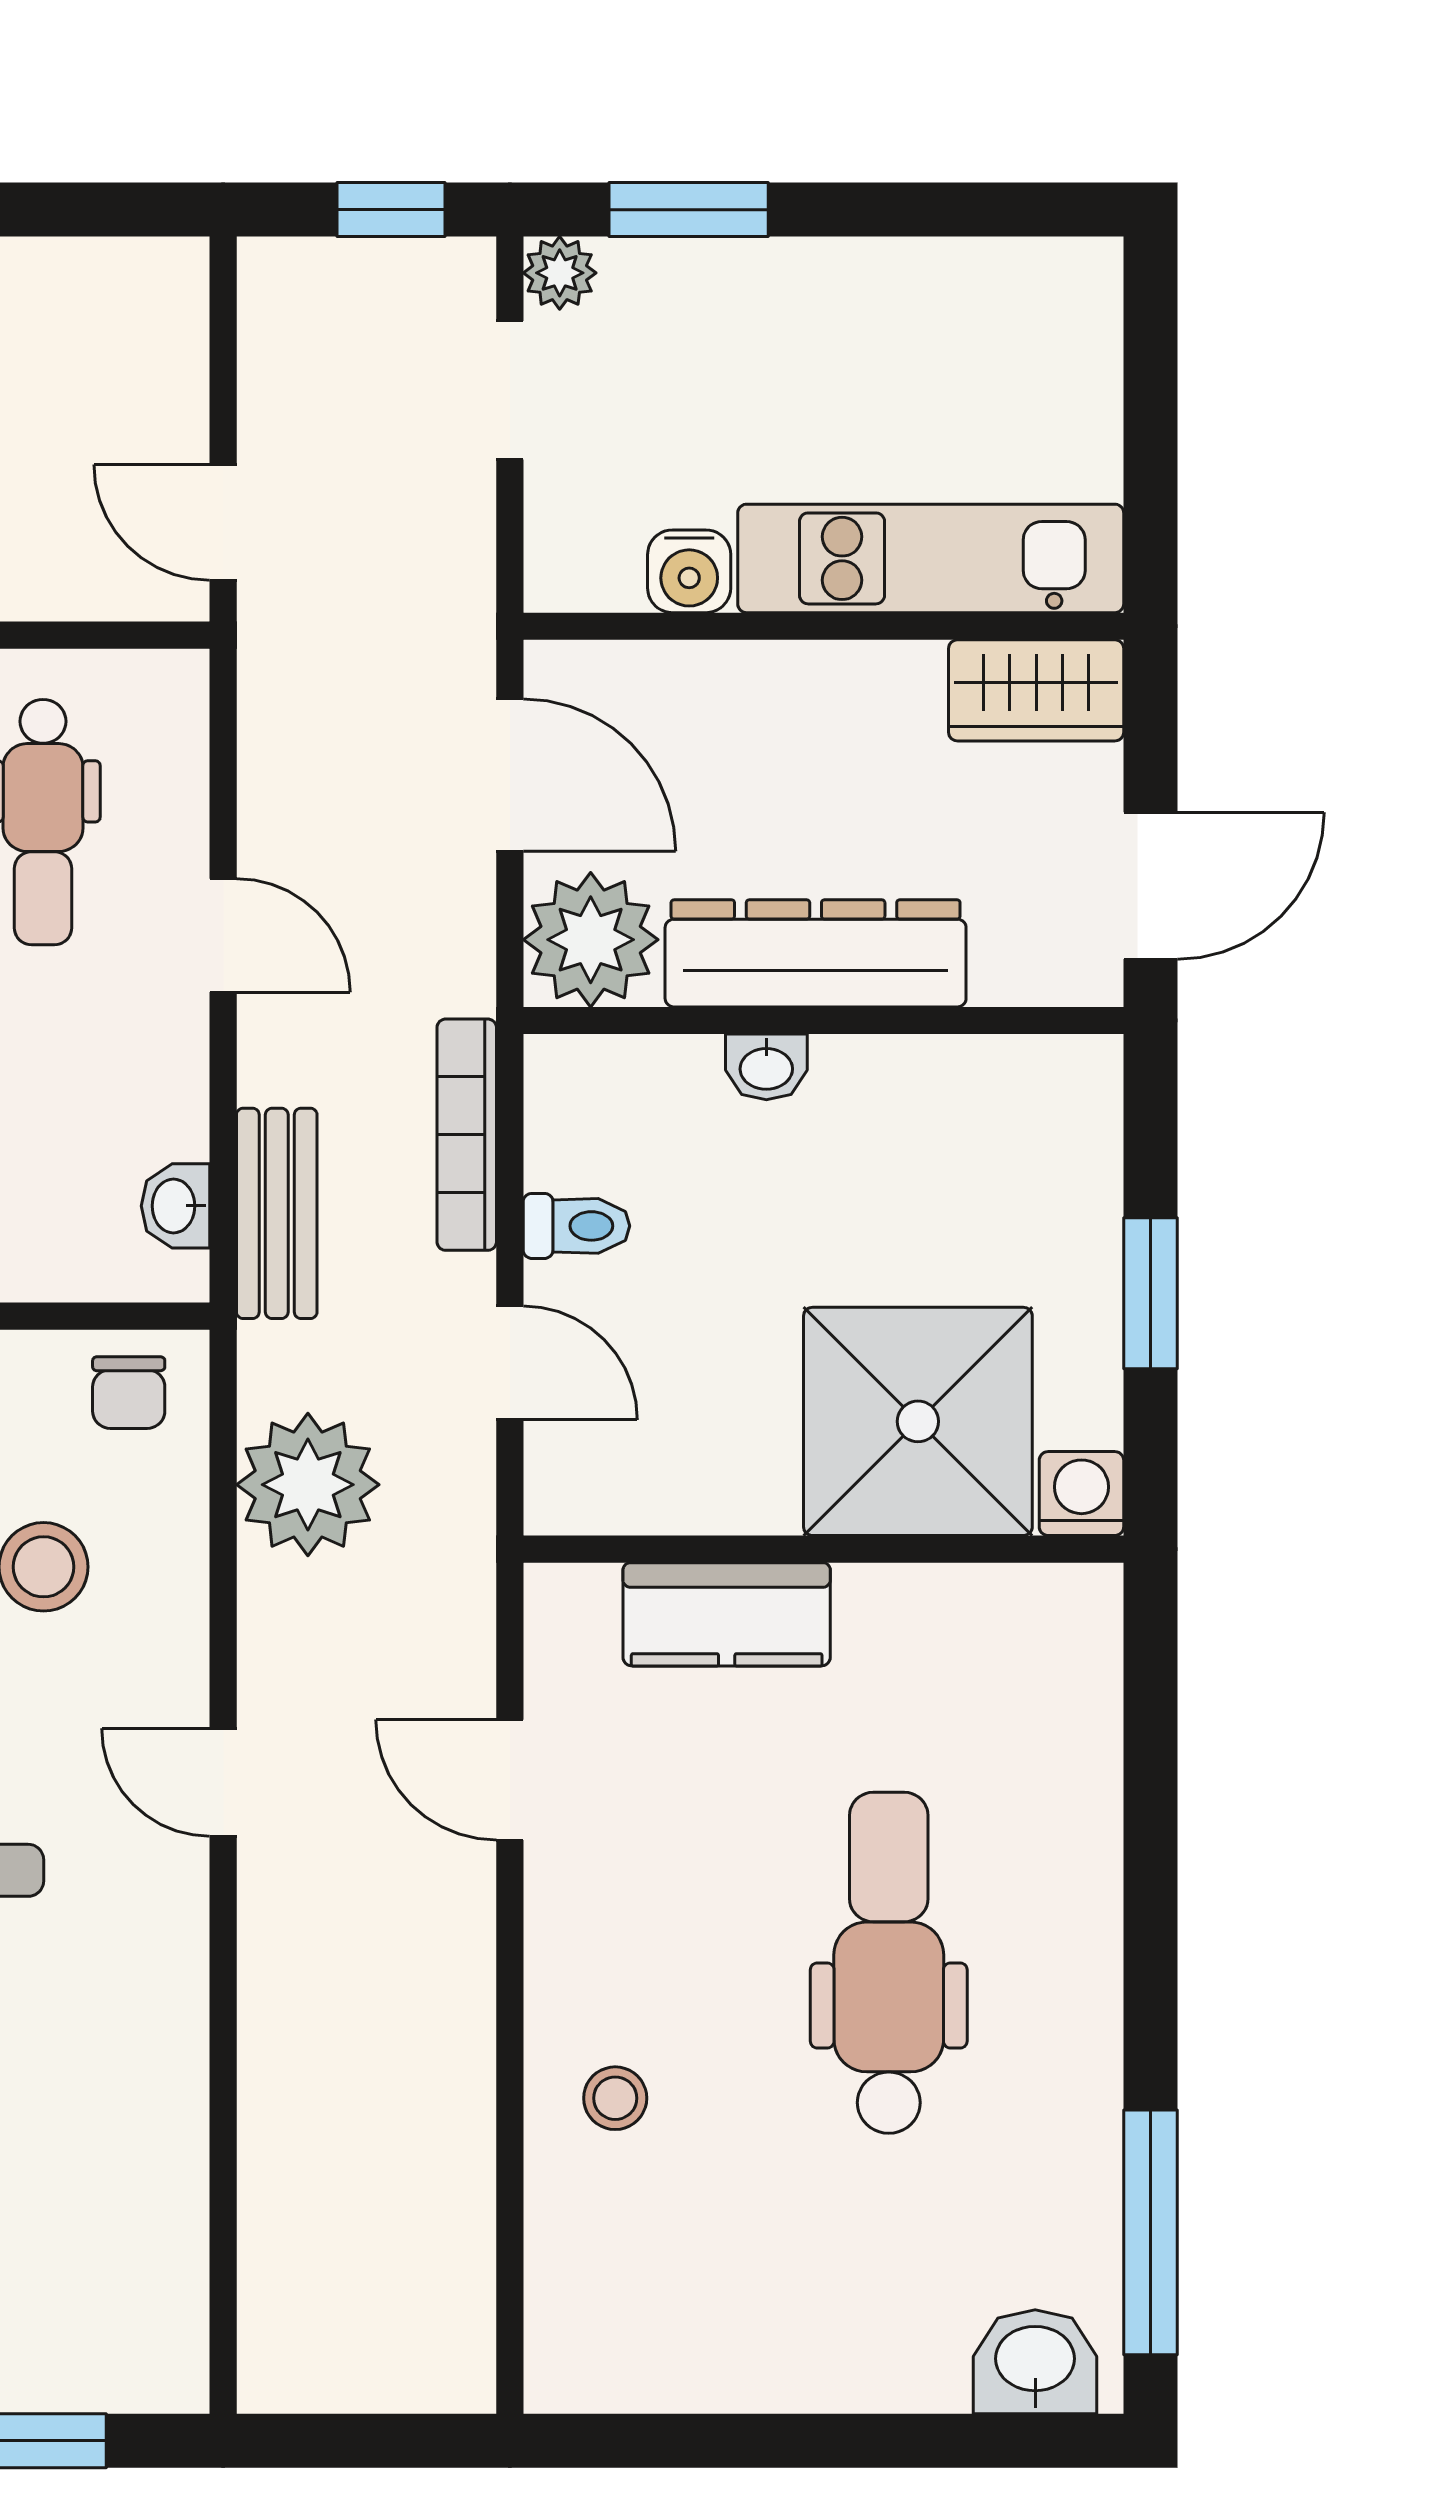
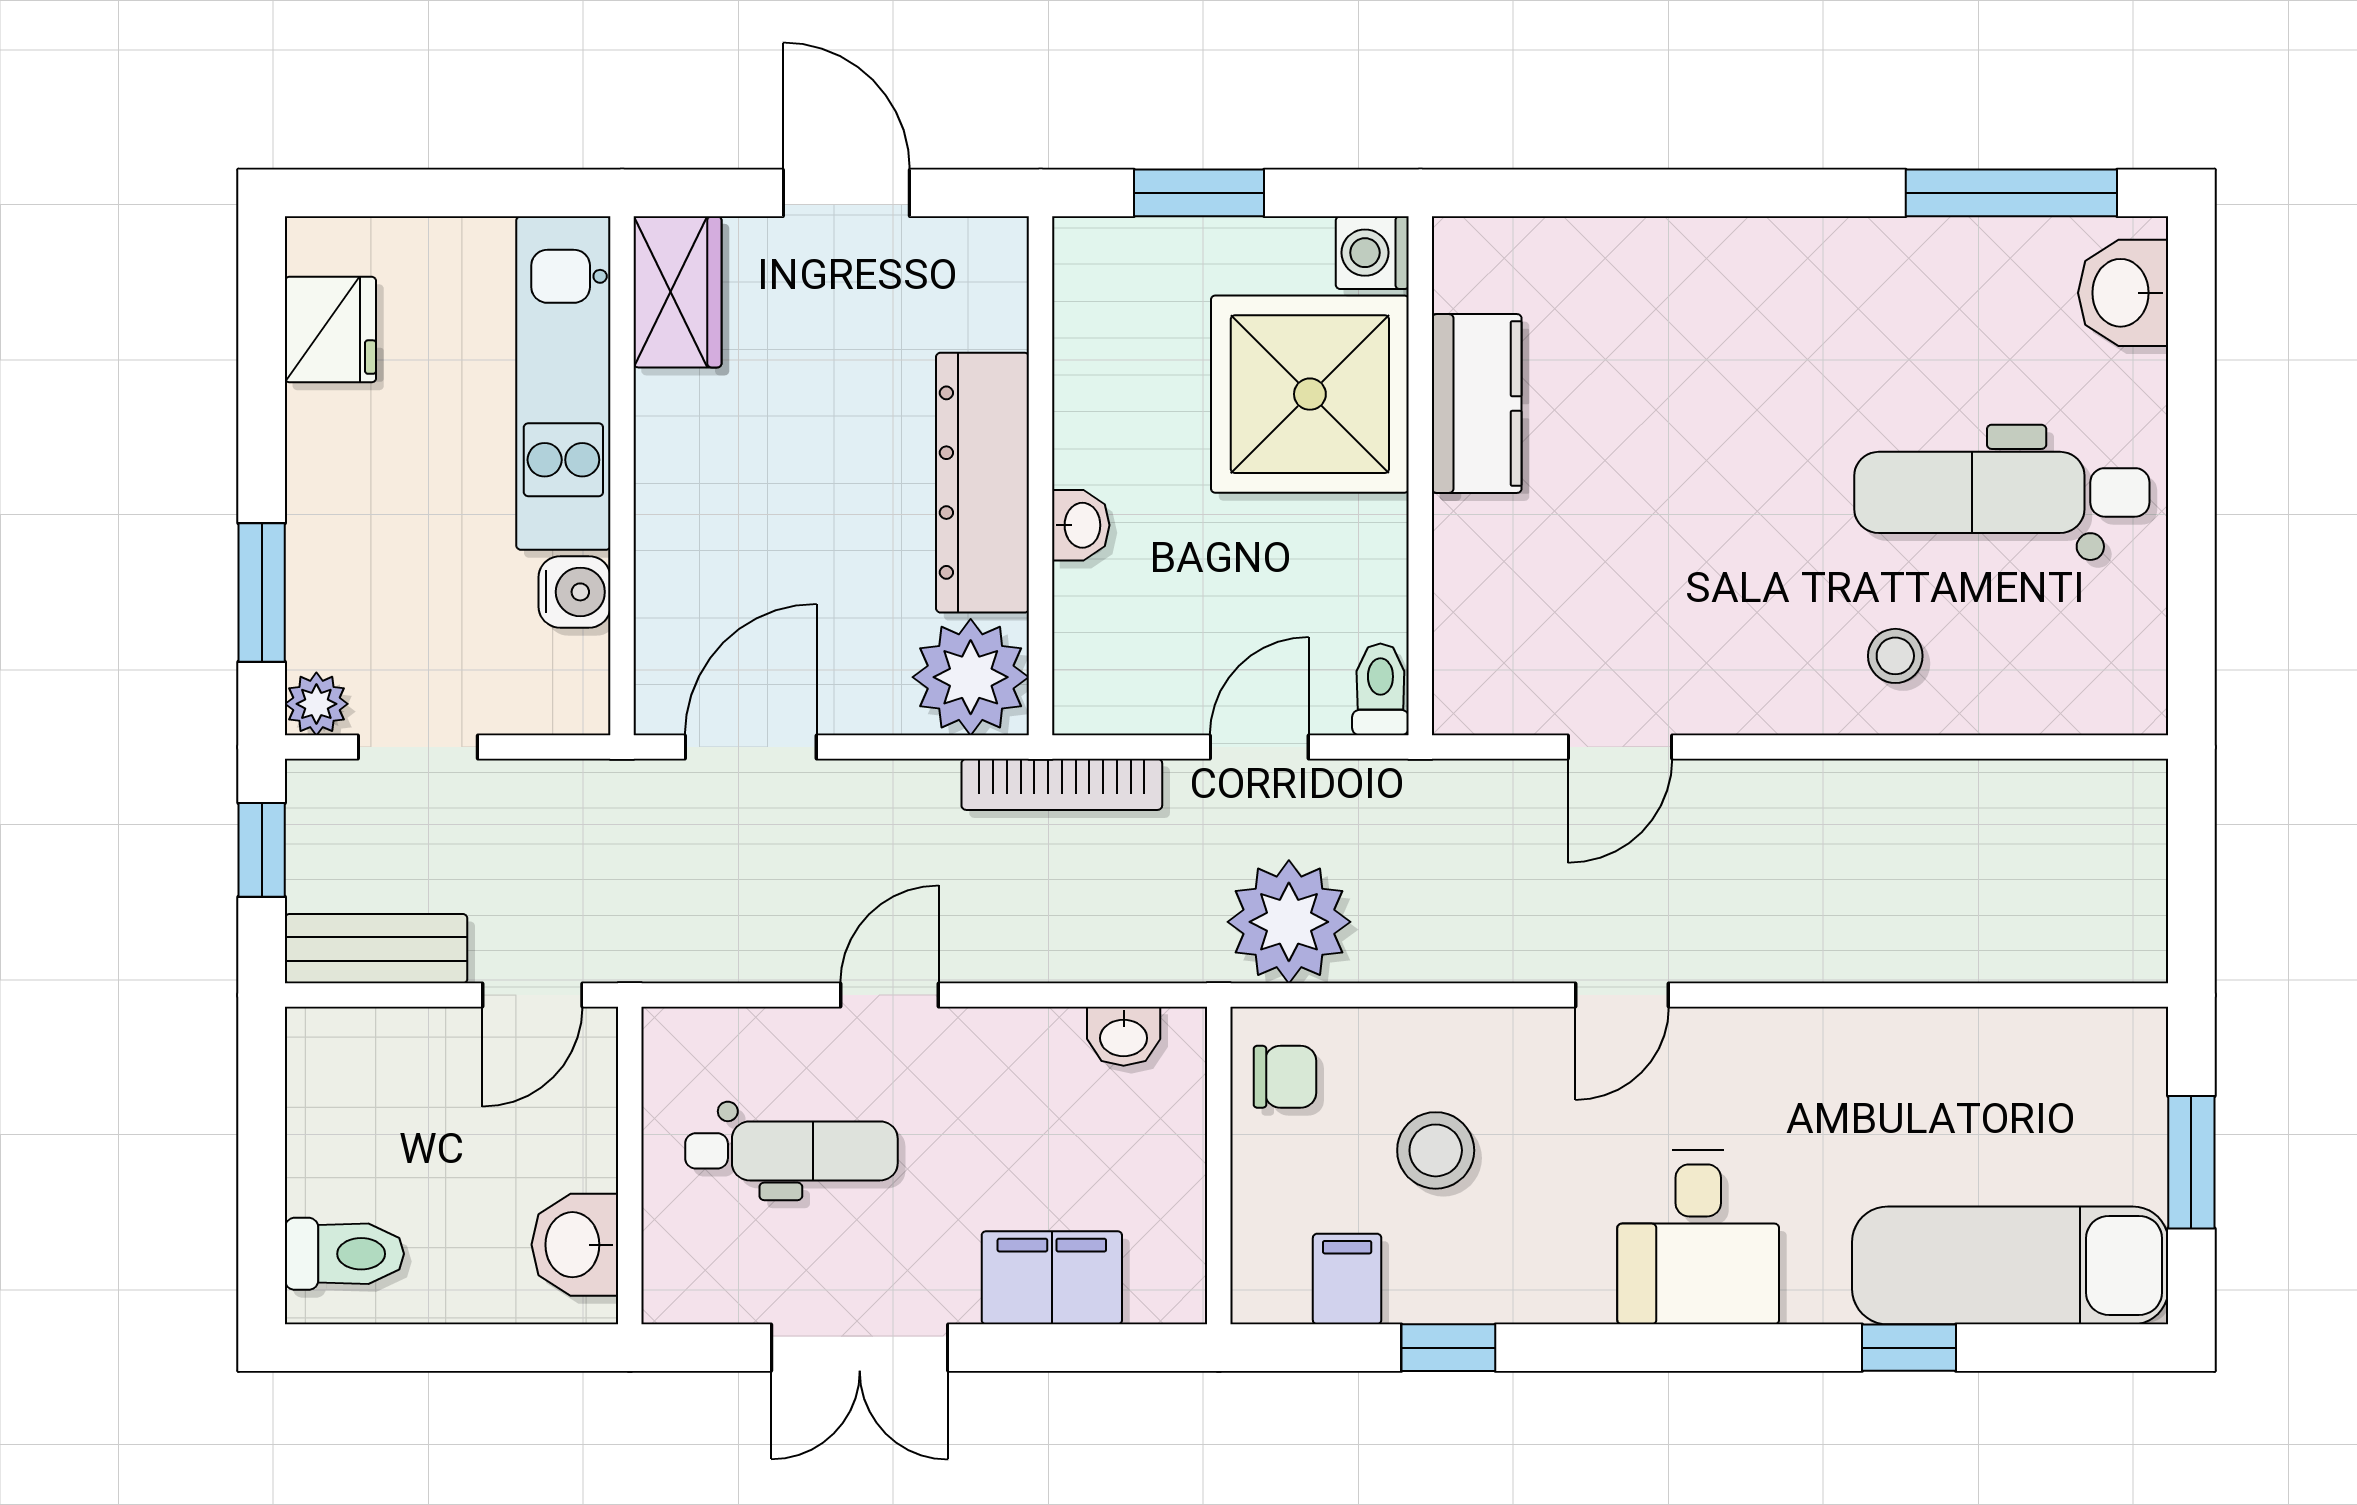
fridge: (993, 289) -> (330, 330), added
plant: (591, 940) -> (971, 677), moved
dresser: (816, 953) -> (983, 483), moved
wall: (823, 1020) -> (1041, 476), moved
washbasin: (766, 1067) -> (1081, 525), moved
bench: (277, 1213) -> (376, 949), moved
toilet: (576, 1226) -> (1380, 689), moved
plant: (308, 1485) -> (1289, 922), moved
kitchen counter: (727, 1614) -> (1477, 404), moved
dental chair: (889, 1963) -> (2002, 492), moved

